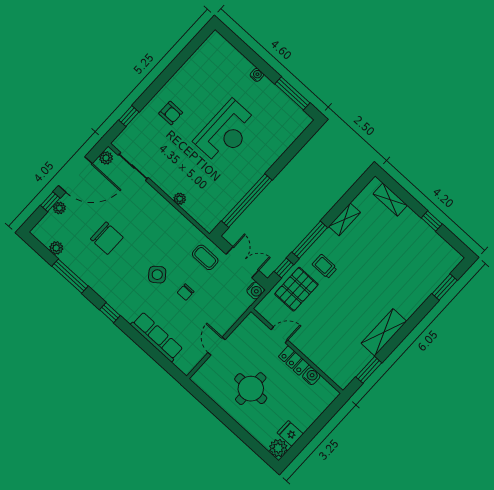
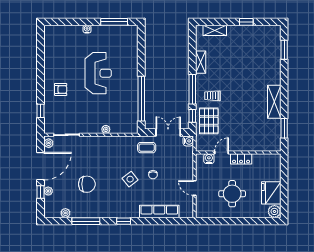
water cooler: (311, 376) -> (209, 159), moved
fridge: (290, 433) -> (271, 193), width x1.88, depth x1.34

